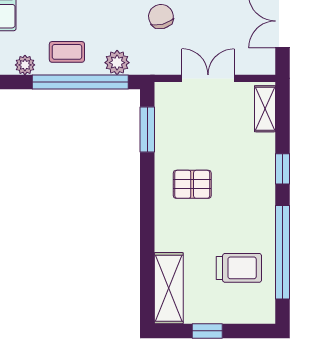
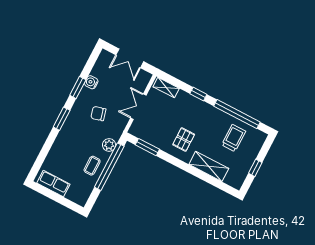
plant: (25, 65) -> (88, 188), removed
shelving: (169, 288) -> (209, 166), moved

